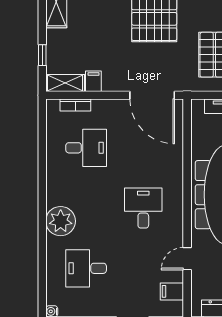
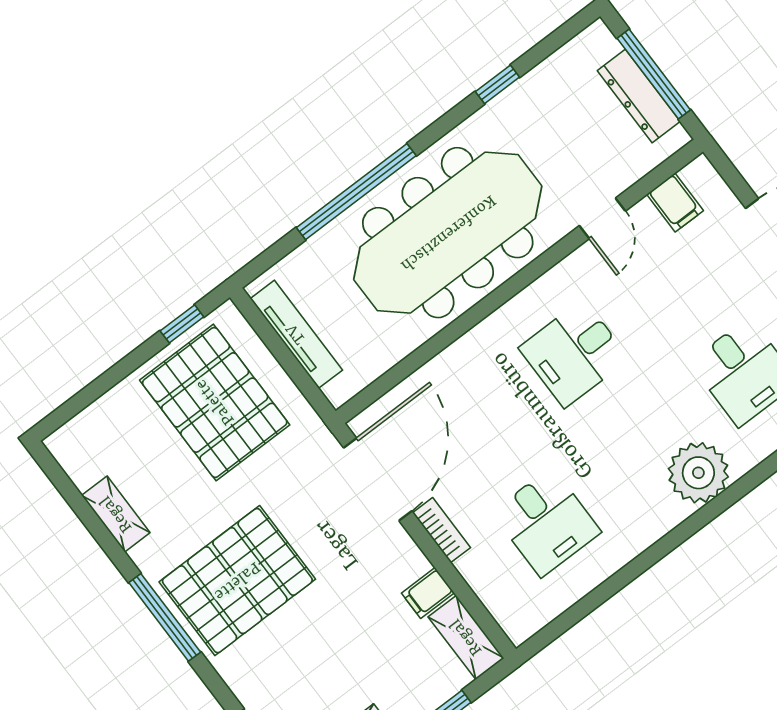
bookcase: (75, 105) -> (442, 530), moved
desk: (86, 148) -> (546, 522), turned 180
door: (187, 259) -> (602, 218), hinge flipped

